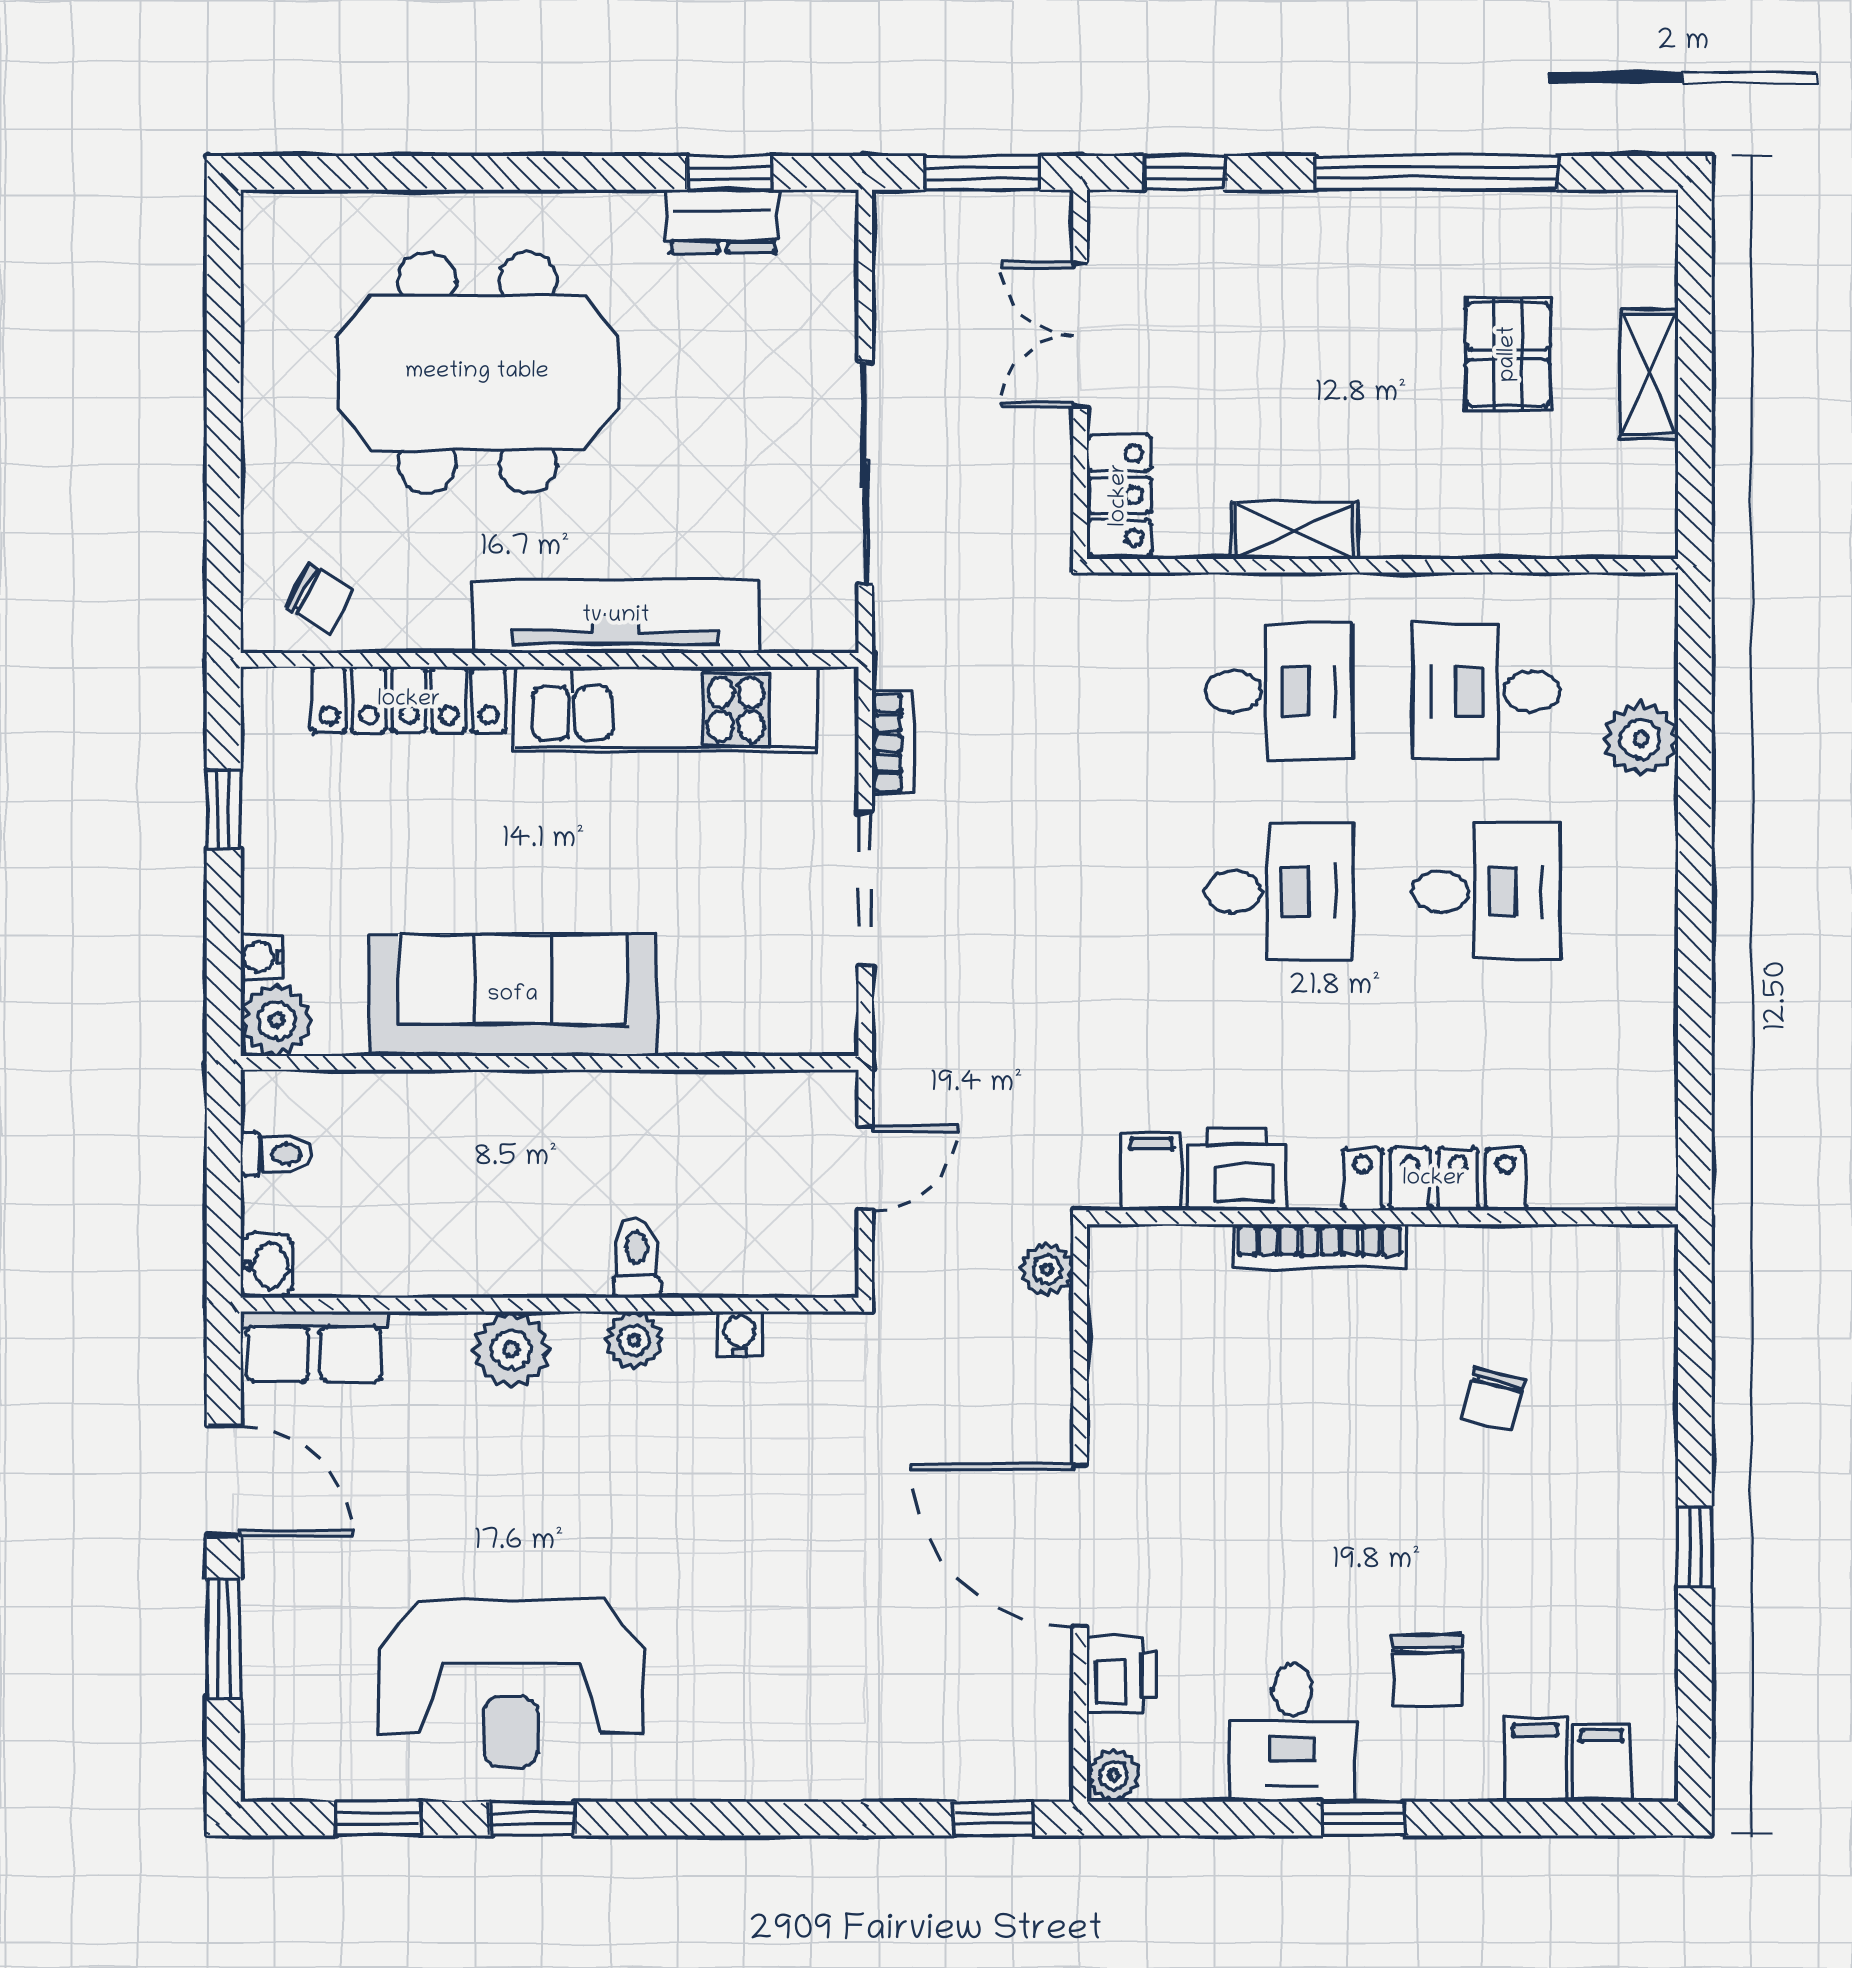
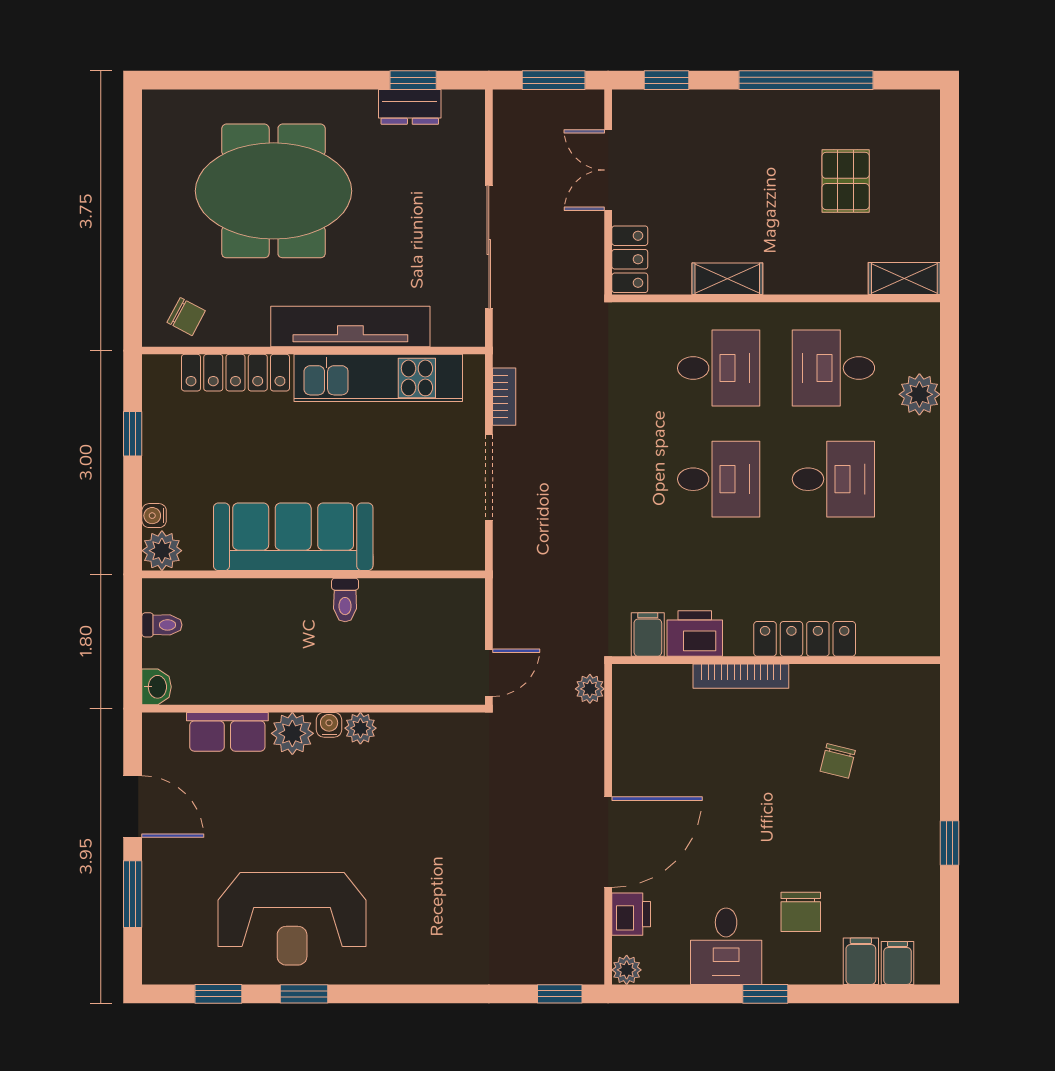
shelving: (1649, 374) -> (904, 278), moved, turned 90
door: (865, 1168) -> (489, 673), moved
toilet: (637, 1258) -> (345, 600), moved, turned 180
water cooler: (740, 1334) -> (329, 725), moved
row of seats: (314, 1347) -> (227, 732), moved
door: (1080, 1545) -> (608, 842), swing flipped

